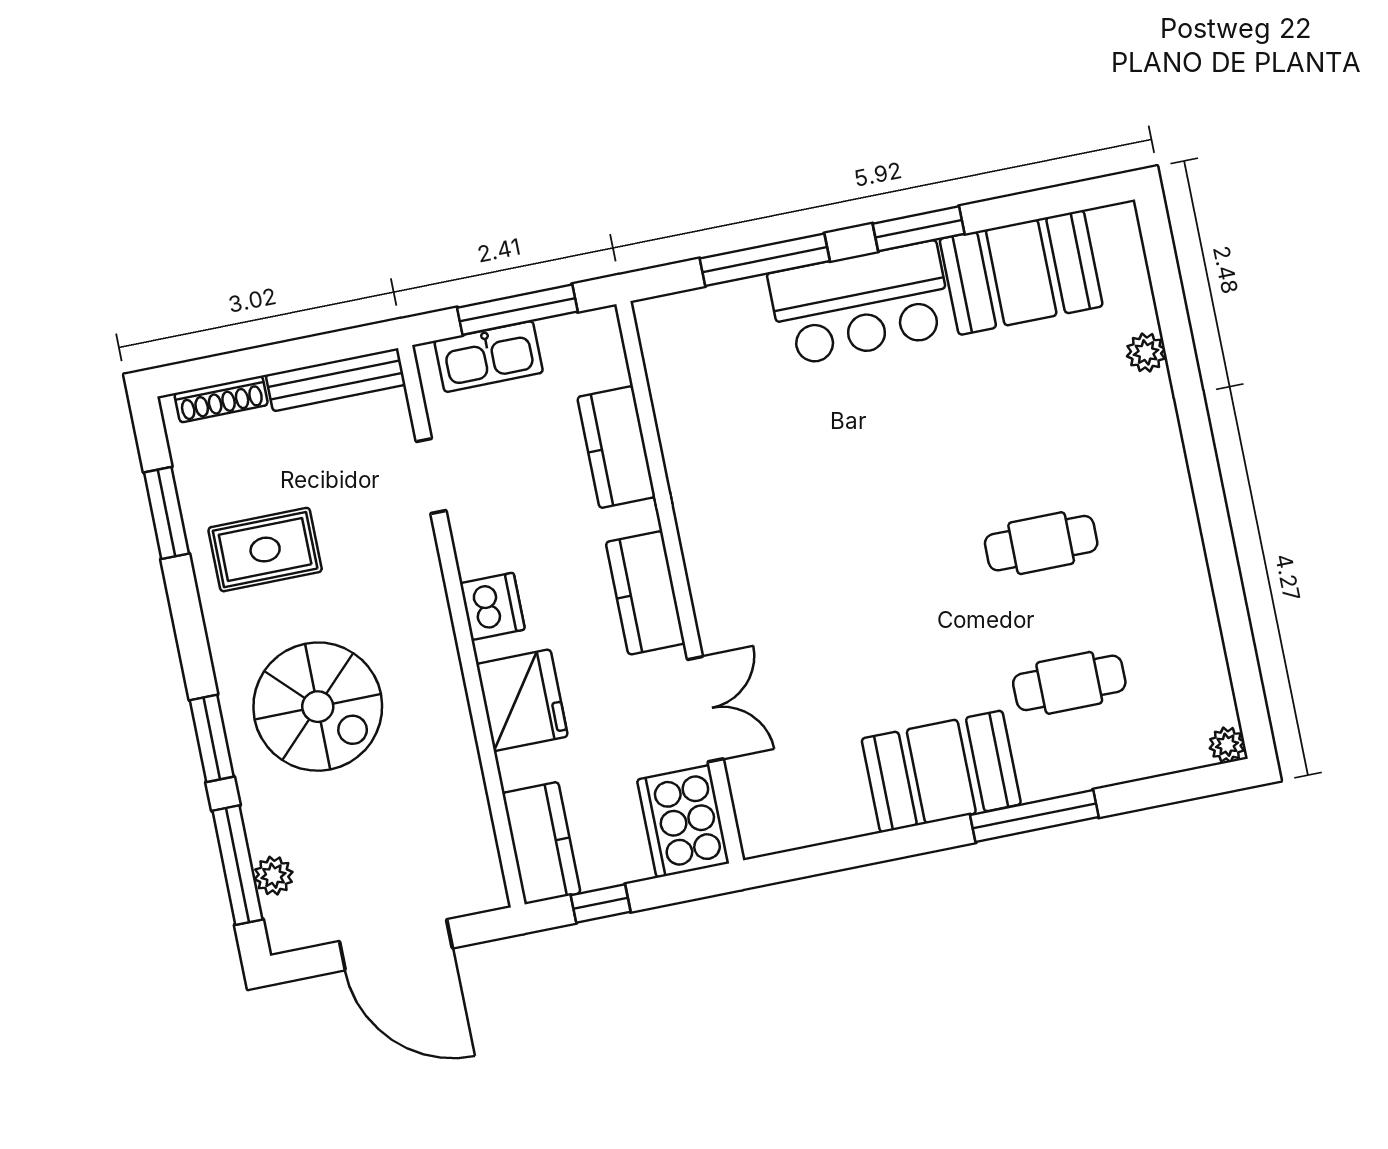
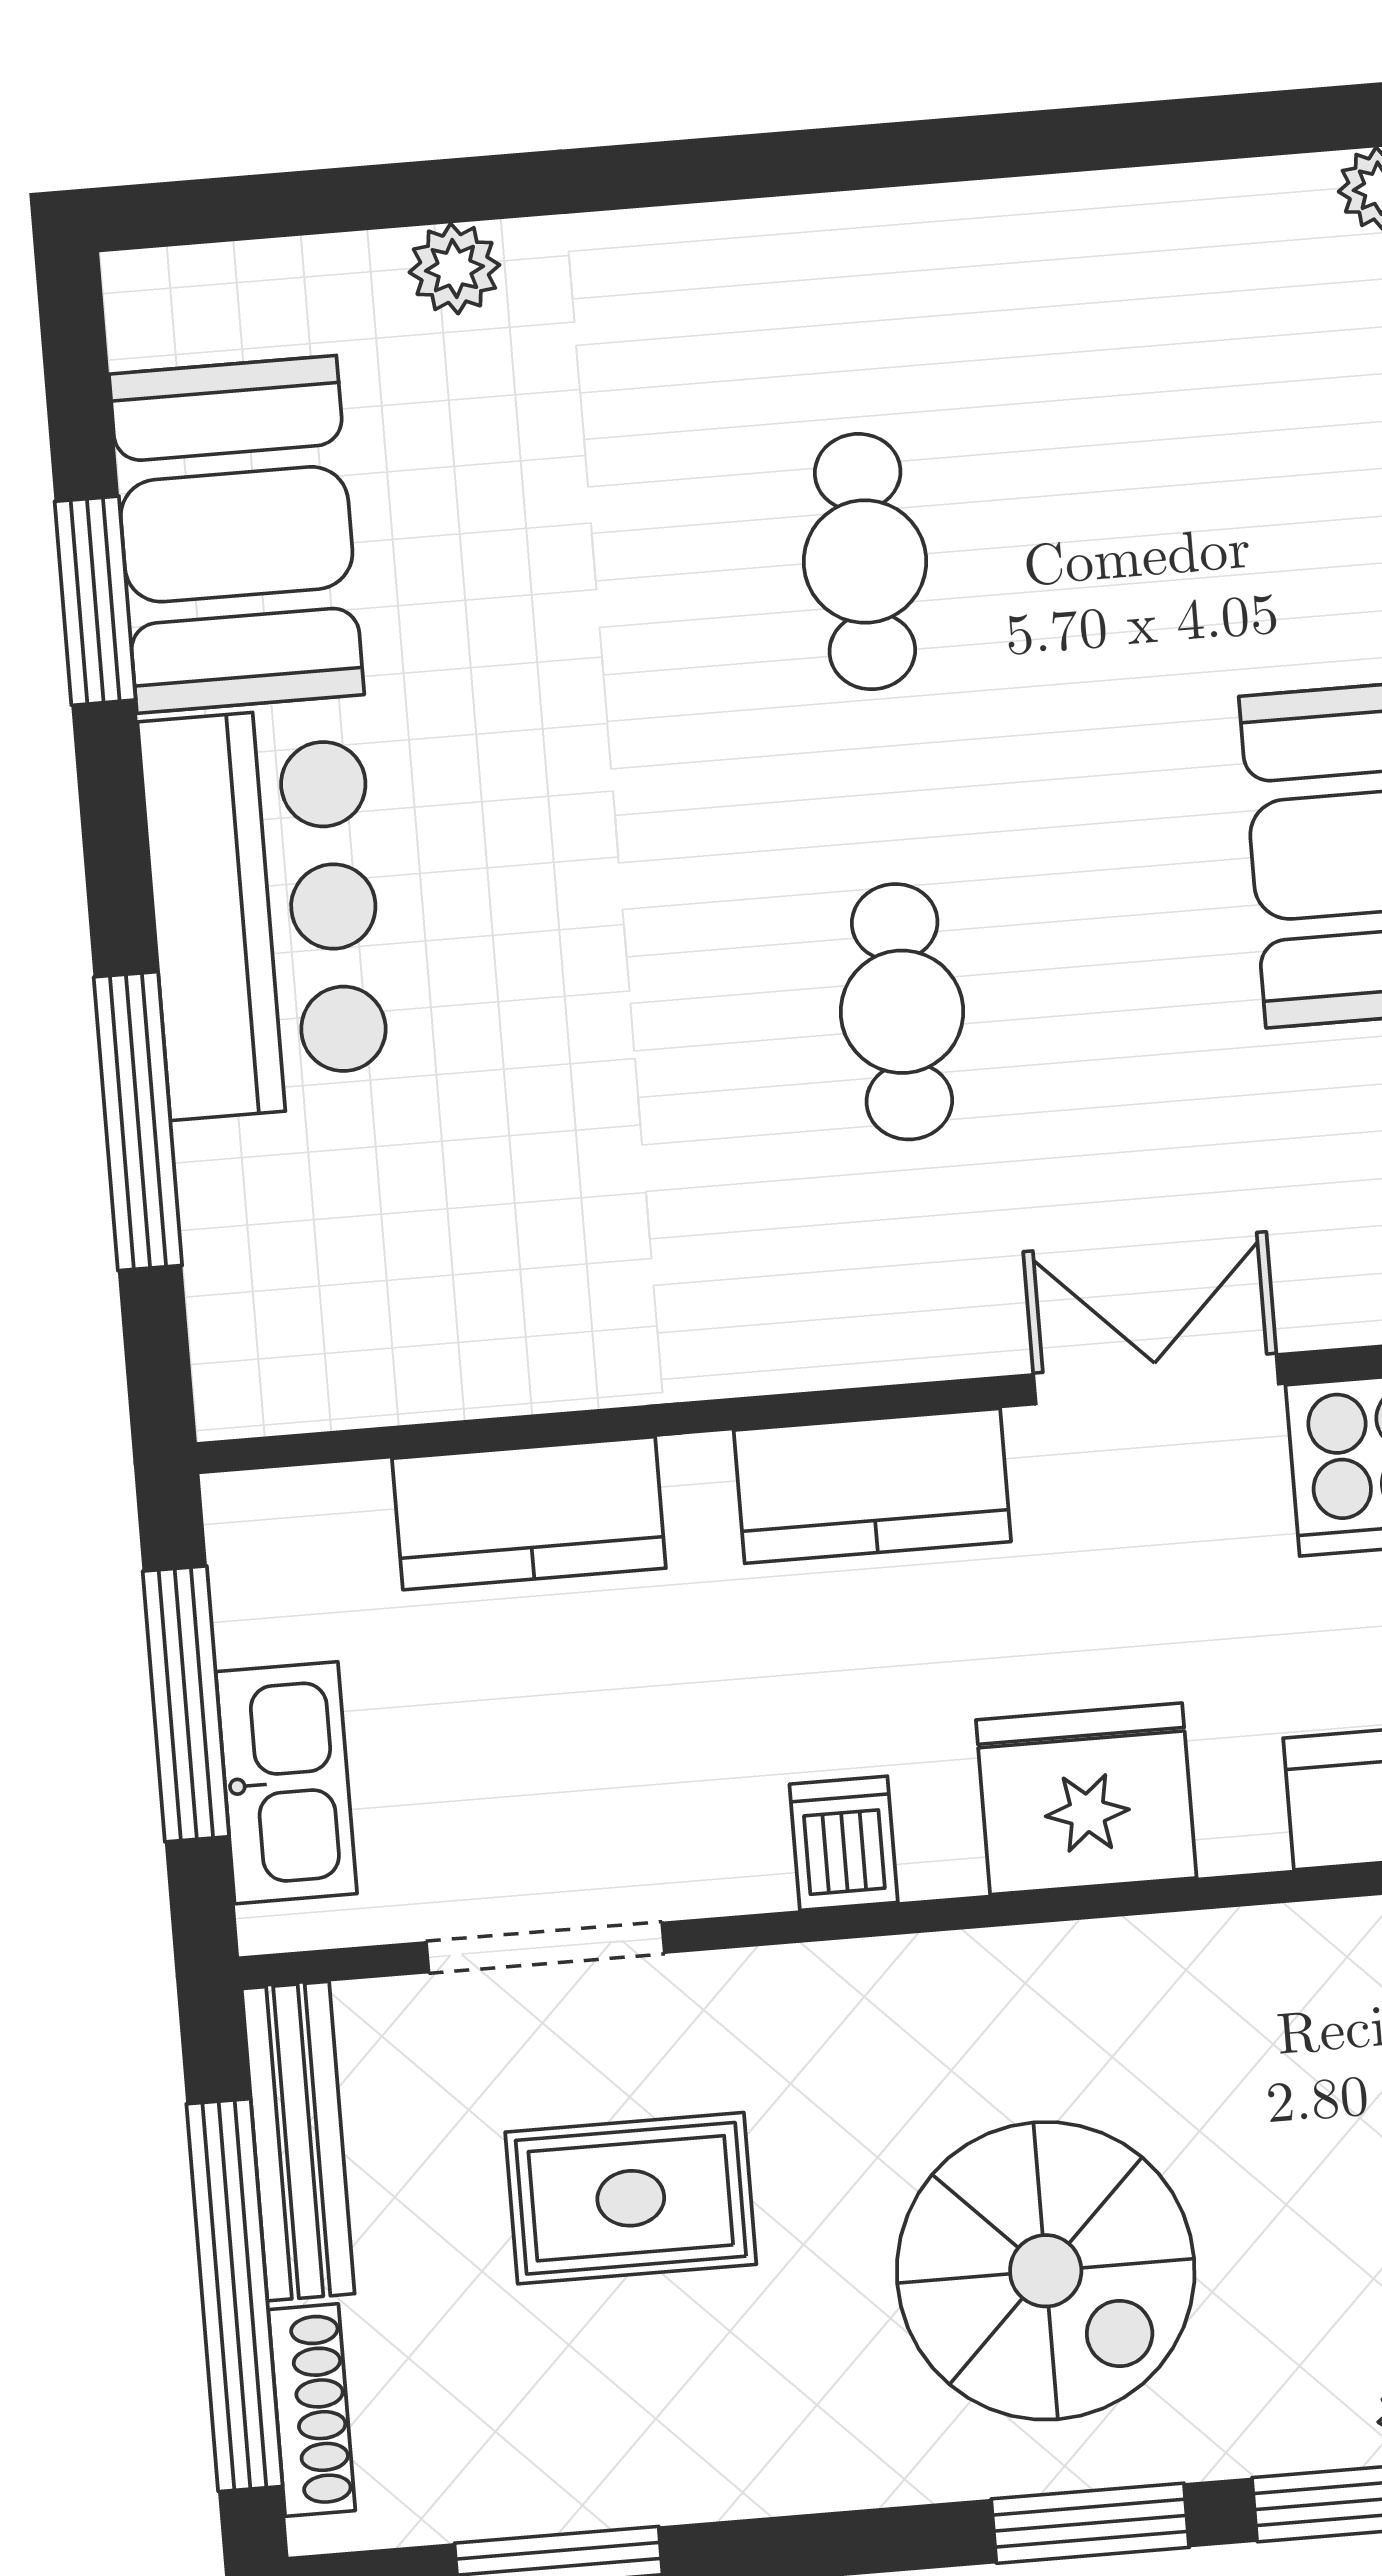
window: (919, 229) -> (95, 601), moved
window: (267, 360) -> (234, 2295), added
doorway: (431, 476) -> (545, 1947), width x1.38
rug: (265, 550) -> (631, 2198), moved, turned 90
dishwasher: (492, 606) -> (844, 1843), width x0.73
cafe table: (1069, 683) -> (902, 1012), moved
spiral stairs: (318, 707) -> (1046, 2271), turned 90

